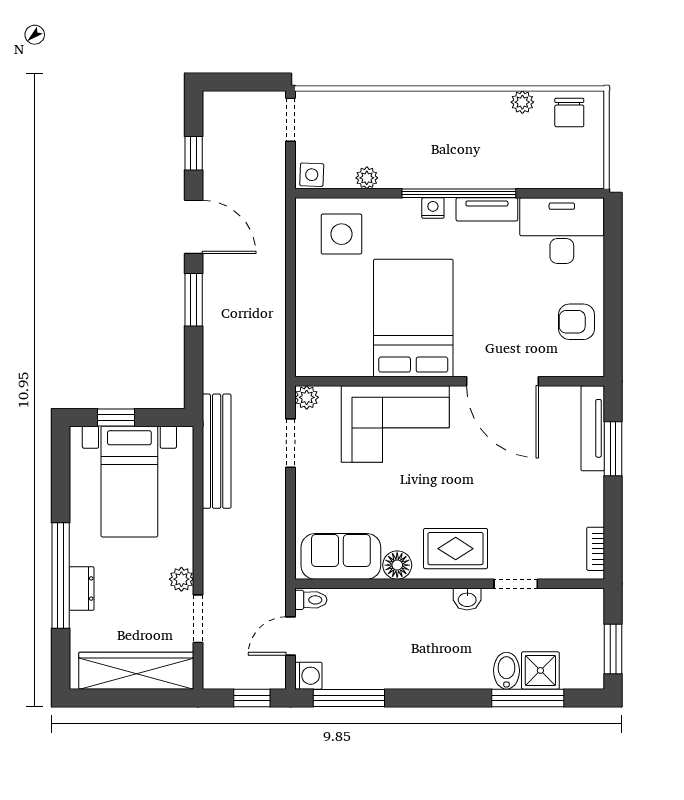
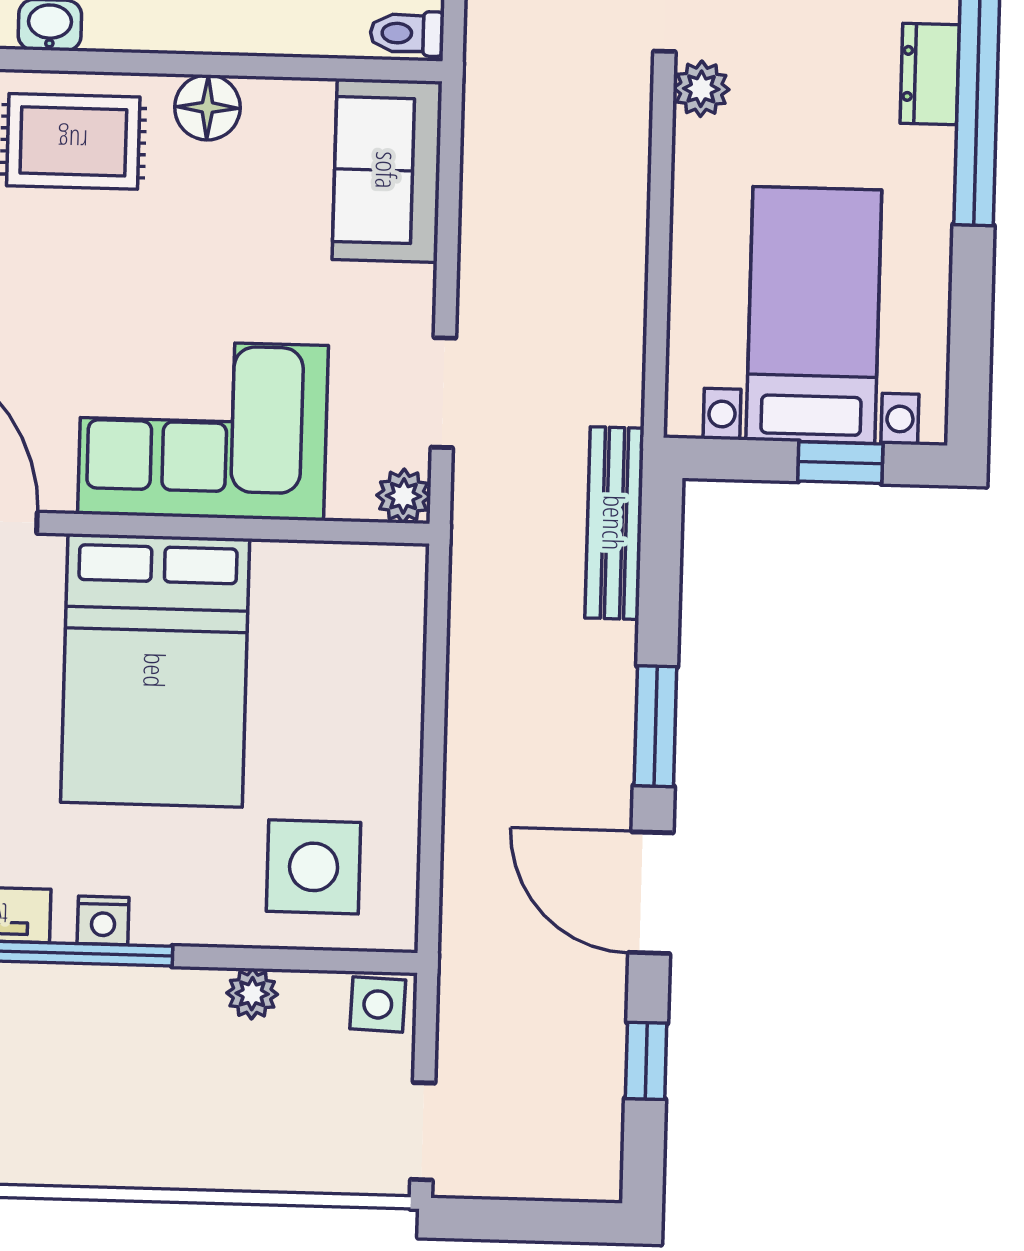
bench: (217, 451) -> (614, 523), moved, width x0.73, depth x0.82
sofa: (341, 556) -> (387, 170), moved, turned 90

